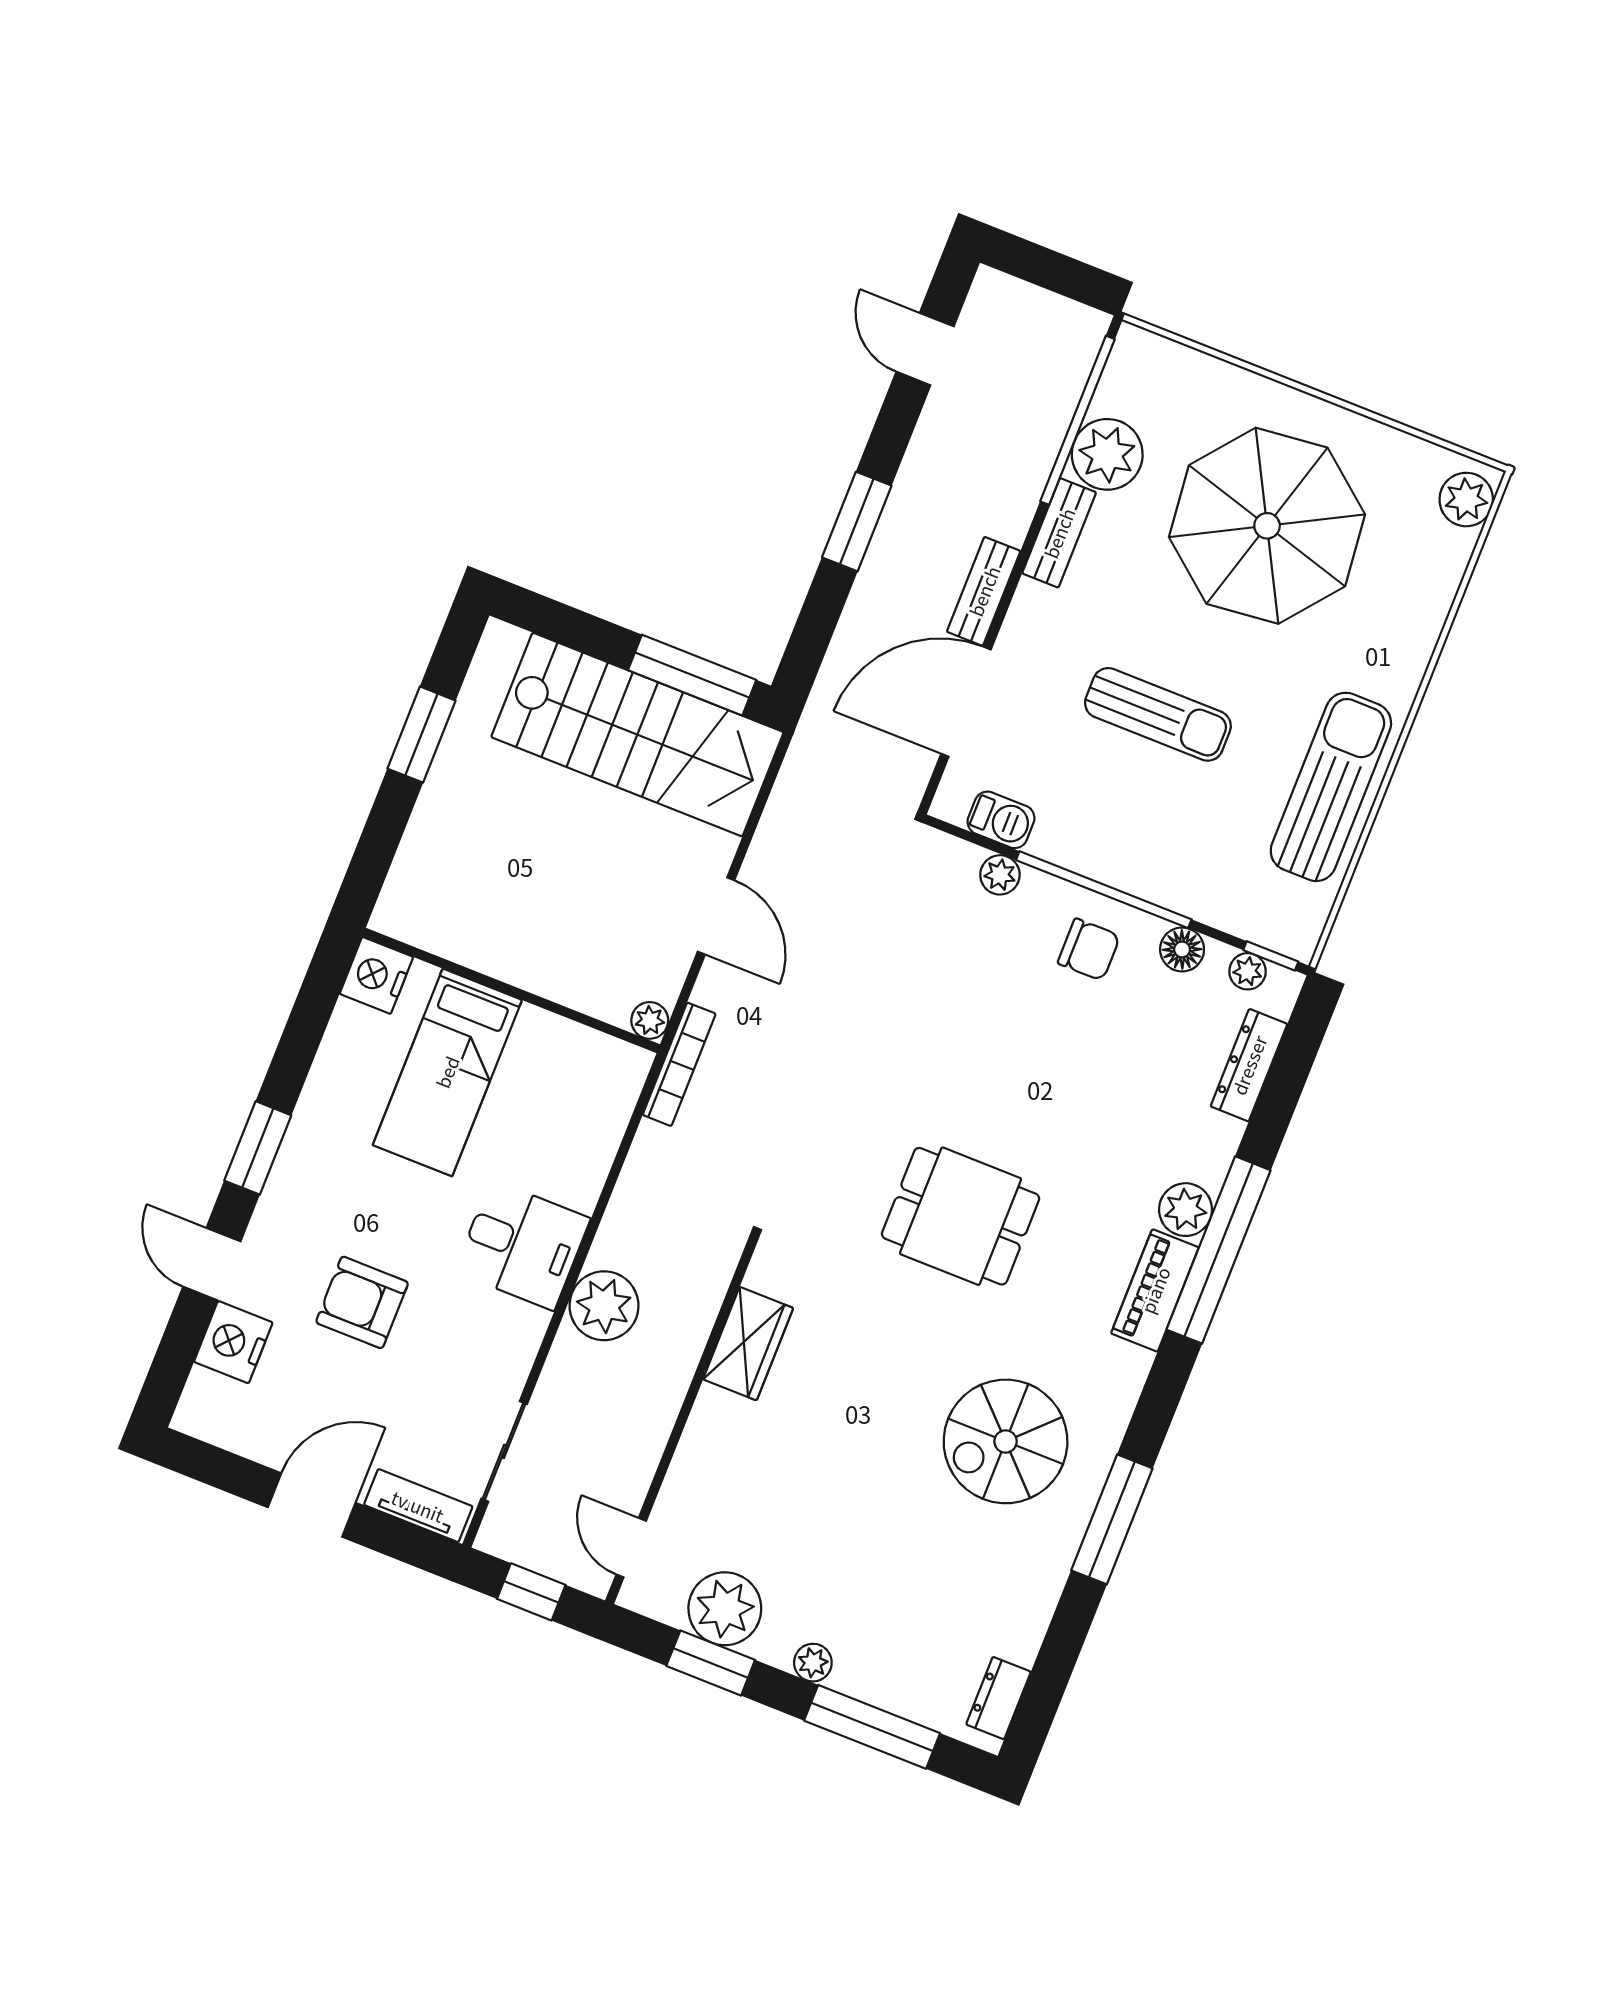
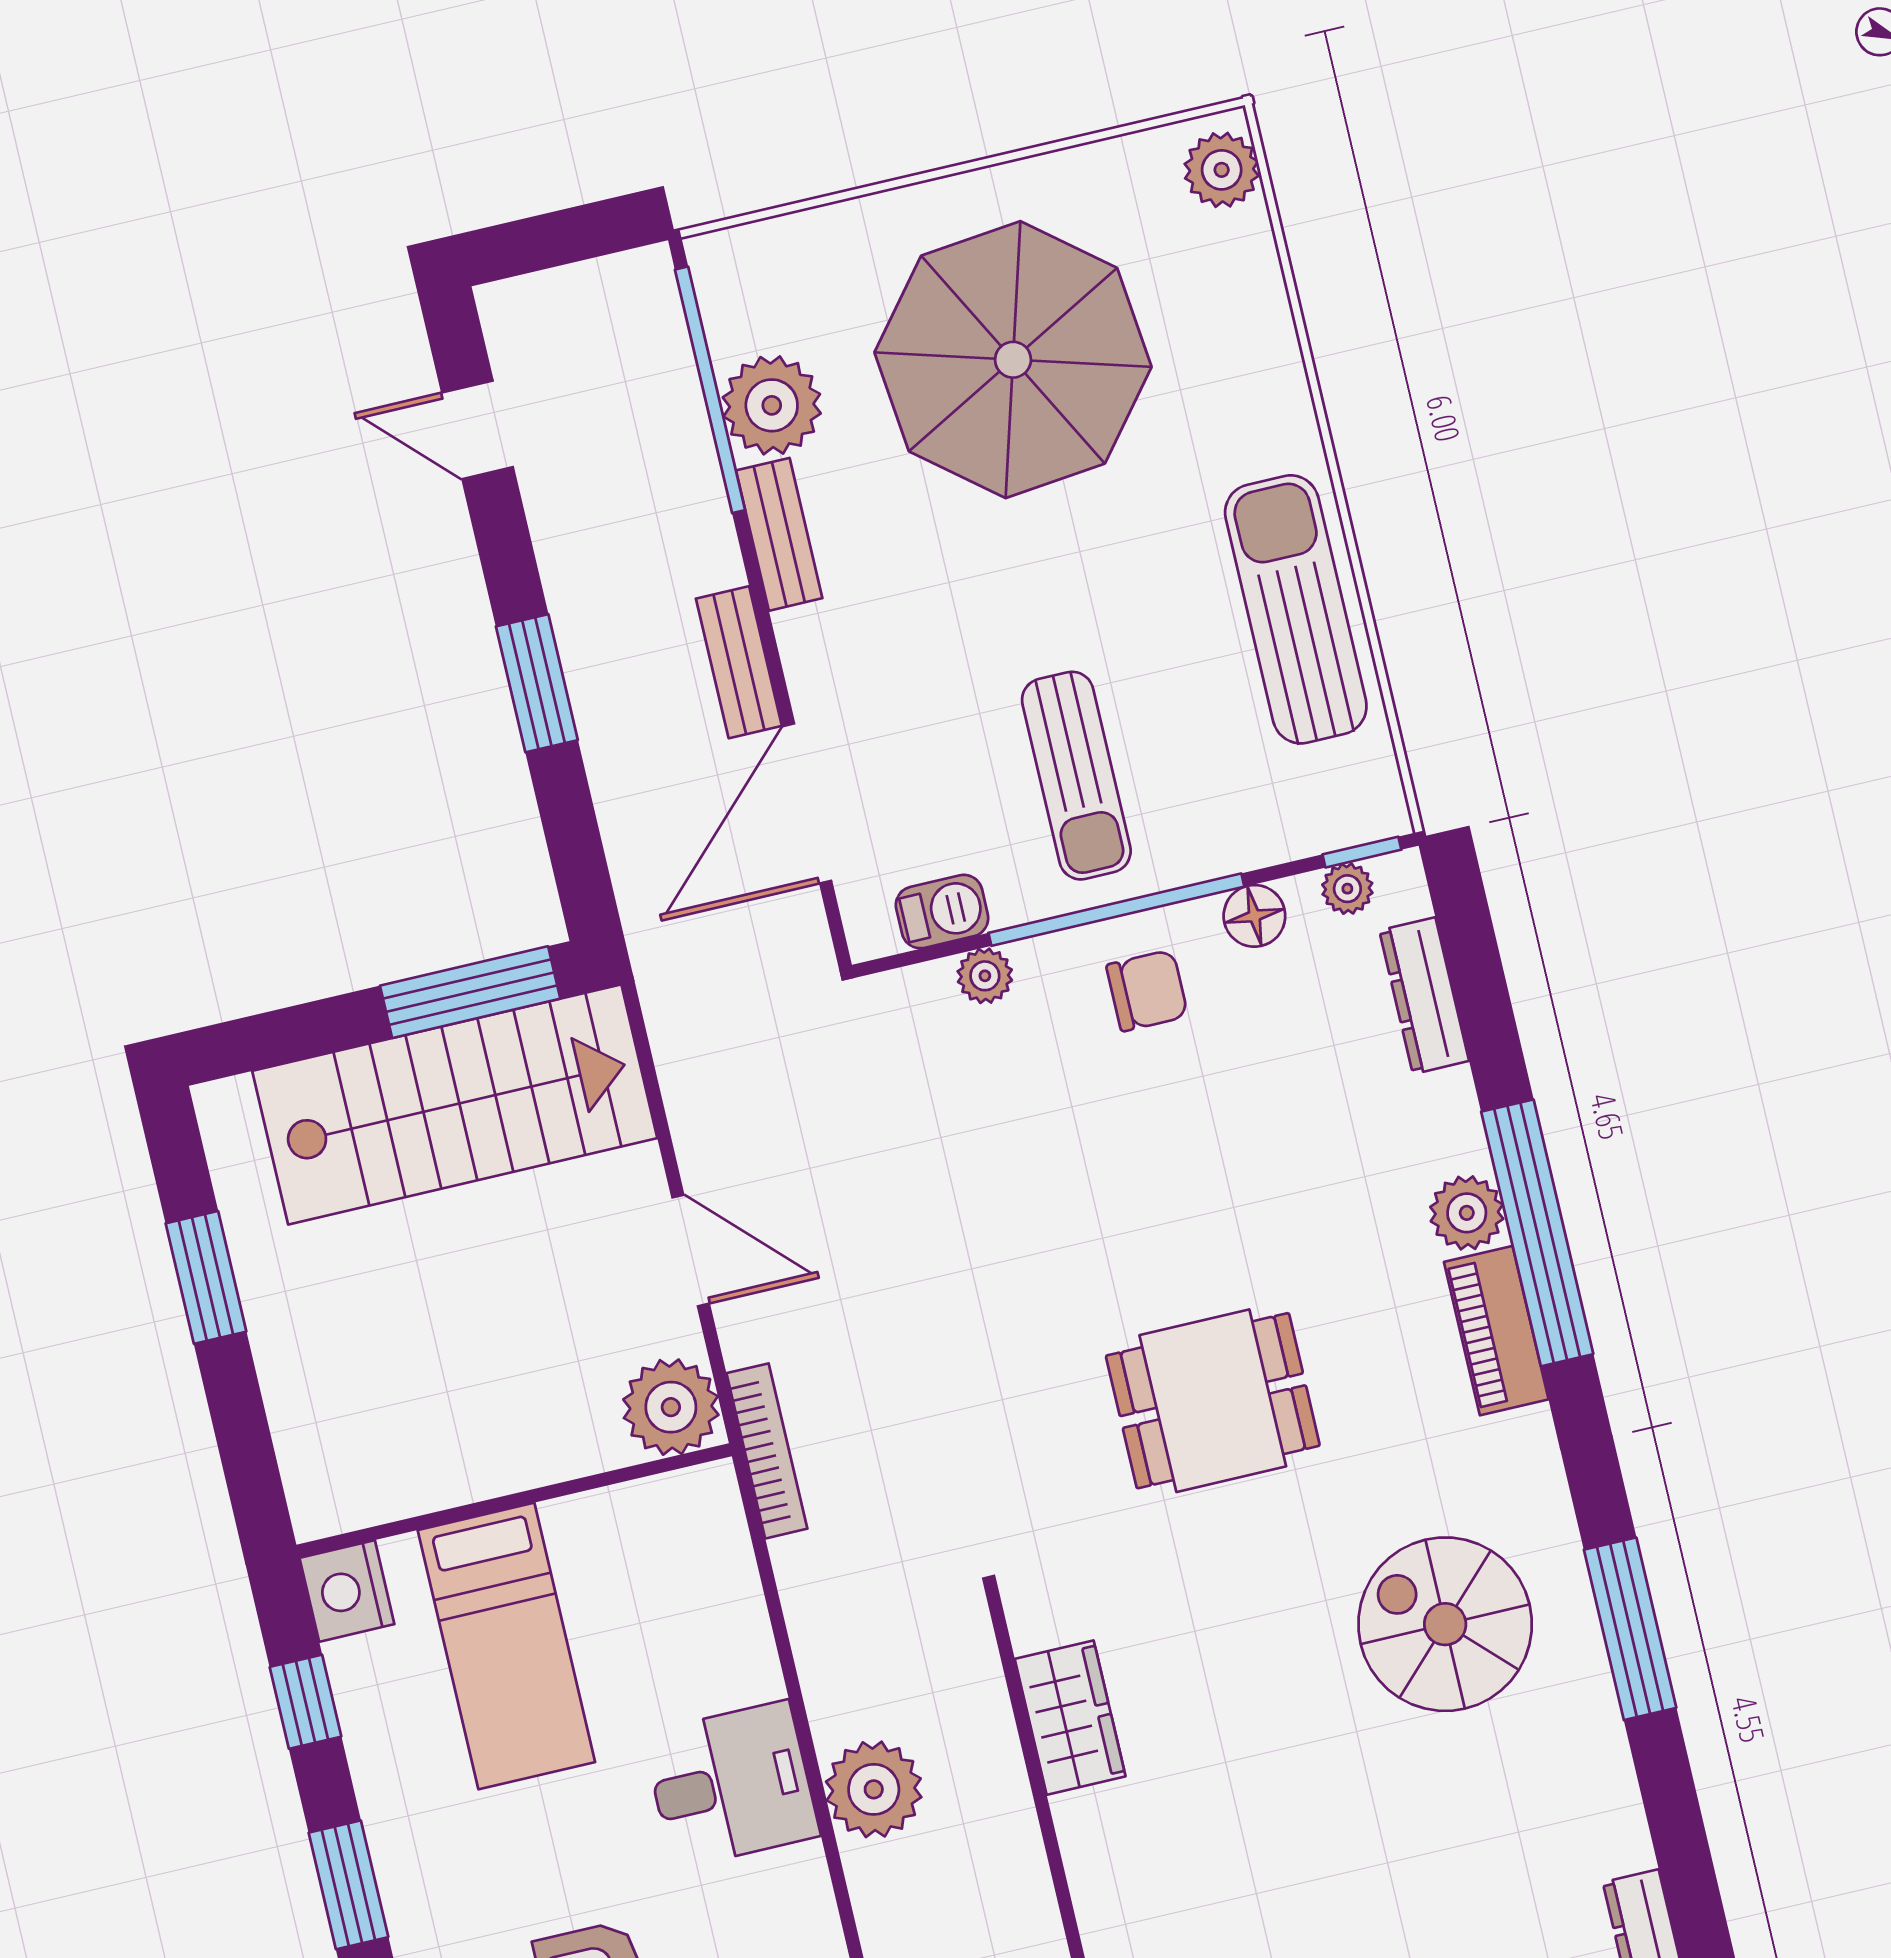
sun lounger: (1158, 714) -> (1076, 776), moved, turned 90
plant: (650, 1020) -> (671, 1407), width x1.87, depth x1.87
window: (307, 1023) -> (305, 1702), added
spiral stairs: (1006, 1441) -> (1445, 1624), turned 90

